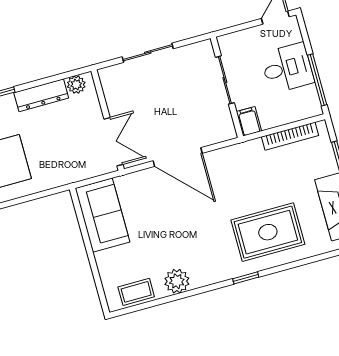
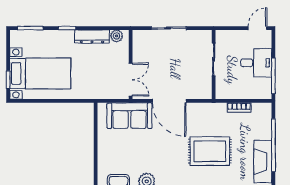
filing cabinet: (249, 121) -> (222, 91), removed
bookcase: (290, 136) -> (239, 107), width x0.64
sofa: (102, 215) -> (129, 116), moved, turned 90
rug: (268, 232) -> (210, 151), moved

